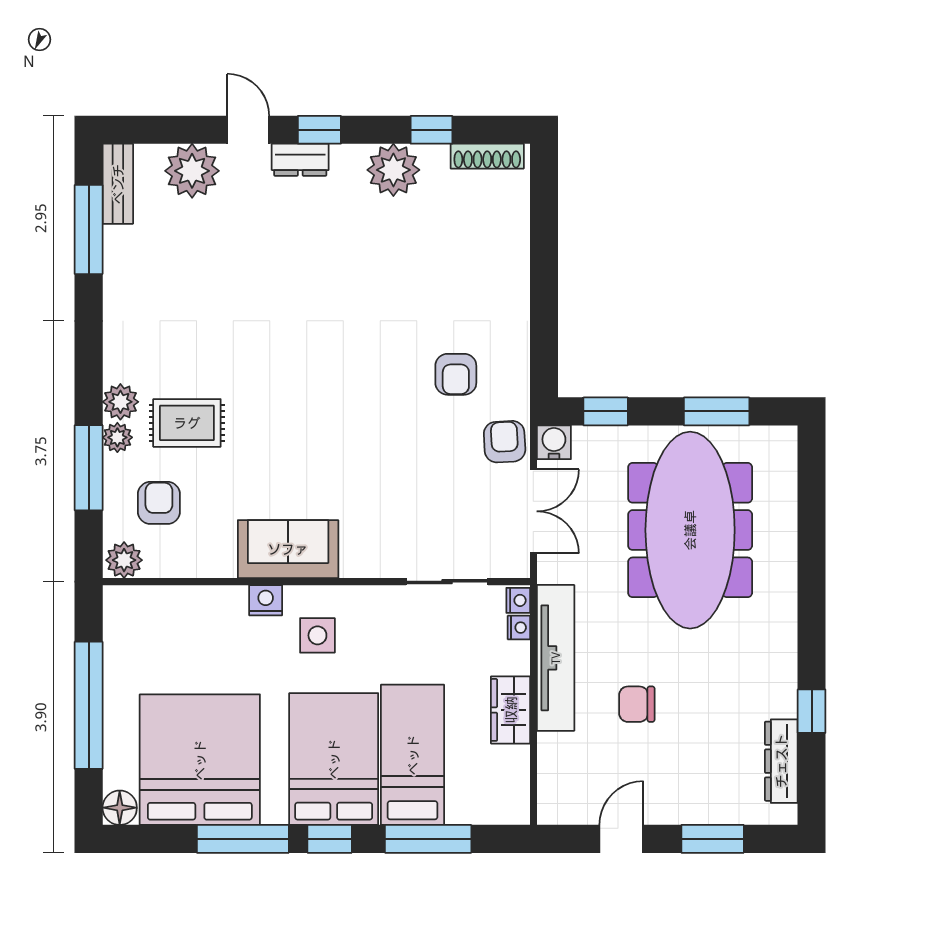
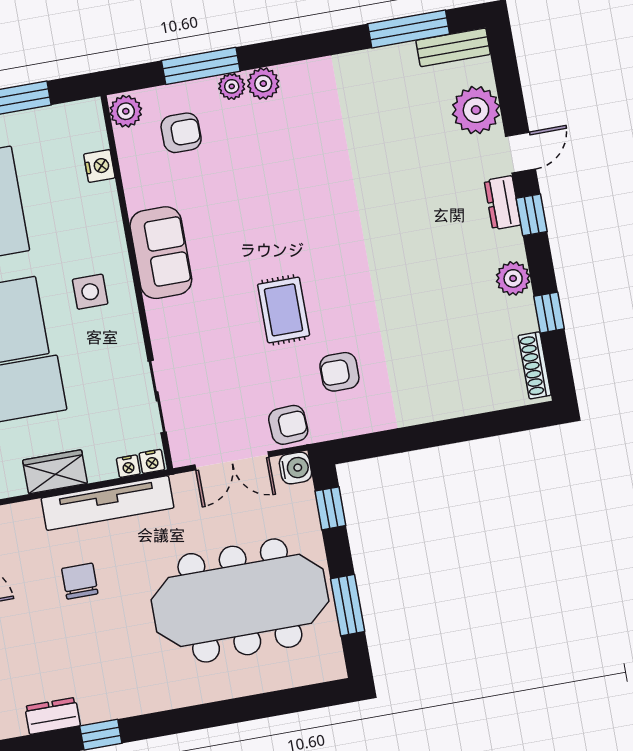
plant: (393, 170) -> (513, 278), width x0.73, depth x0.73
rug: (187, 423) -> (284, 310), moved
nightstand: (266, 600) -> (99, 166), moved
dresser: (781, 761) -> (52, 716), width x0.70

